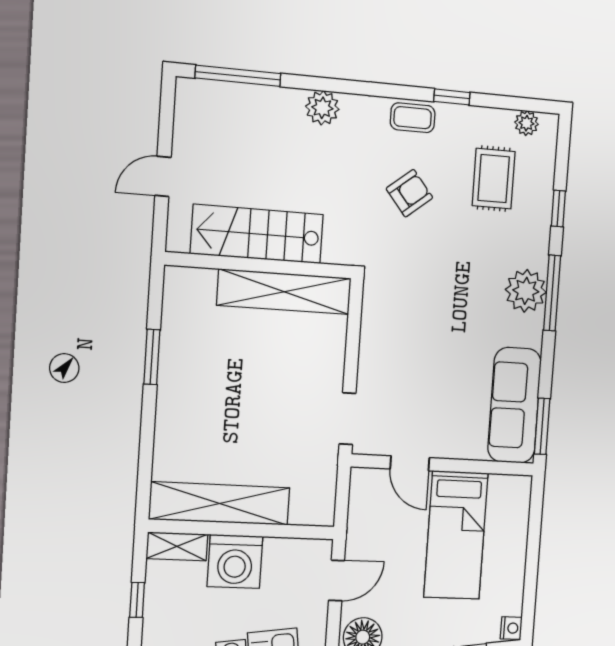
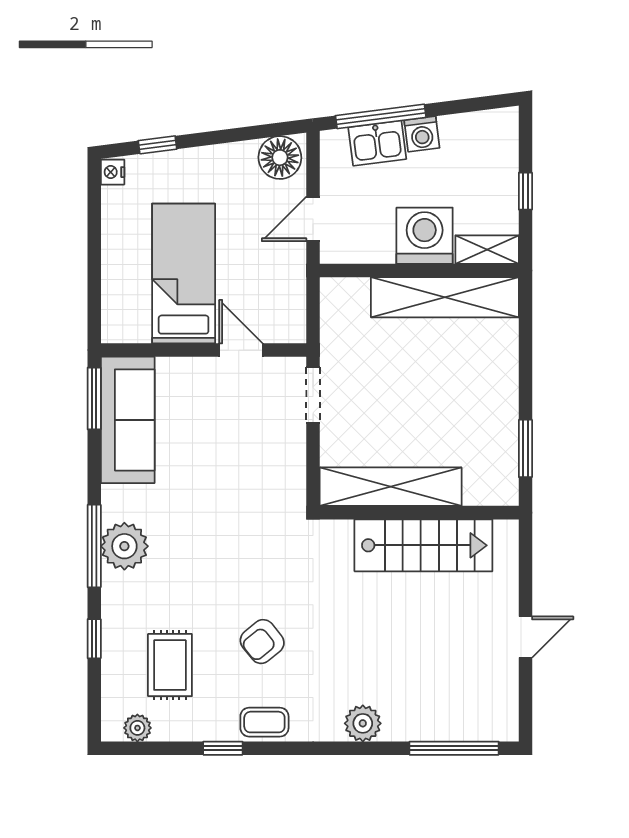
stairs: (257, 234) -> (423, 545), moved
wall: (259, 265) -> (419, 513), moved
shelving: (284, 292) -> (391, 487), moved

